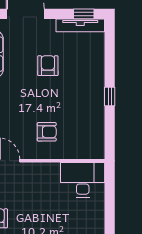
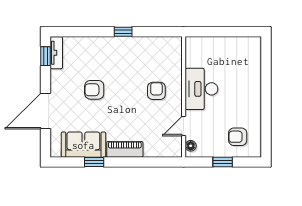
tv unit: (80, 25) -> (56, 53), width x0.71
desk: (83, 180) -> (201, 89), moved

